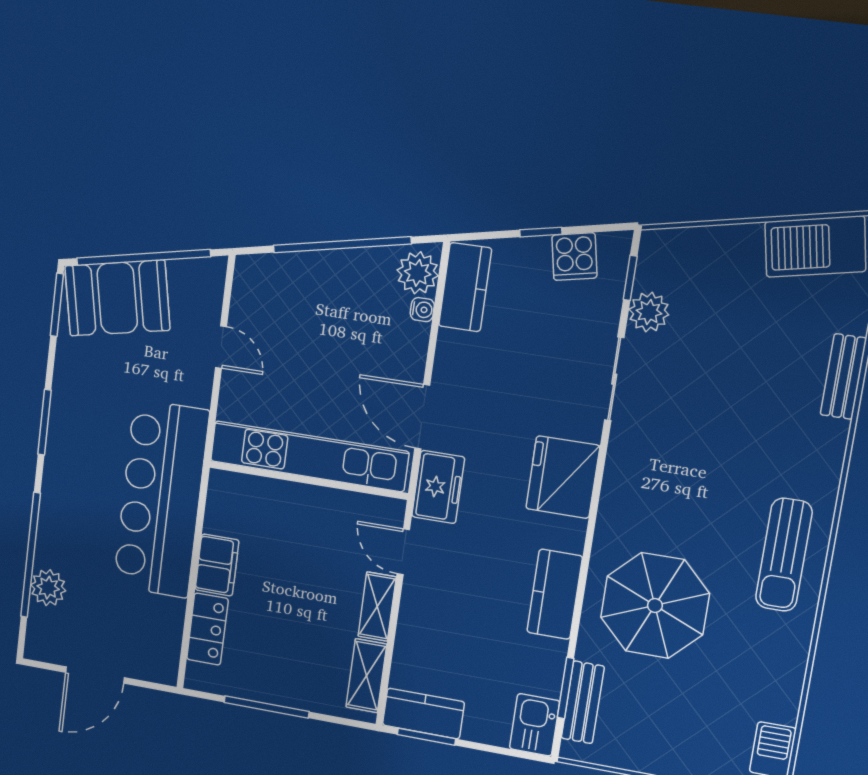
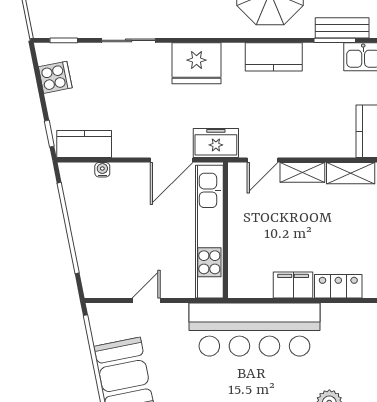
window: (541, 232) -> (49, 134), moved
plant: (418, 273) -> (79, 176), removed
plant: (649, 312) -> (83, 25), removed

